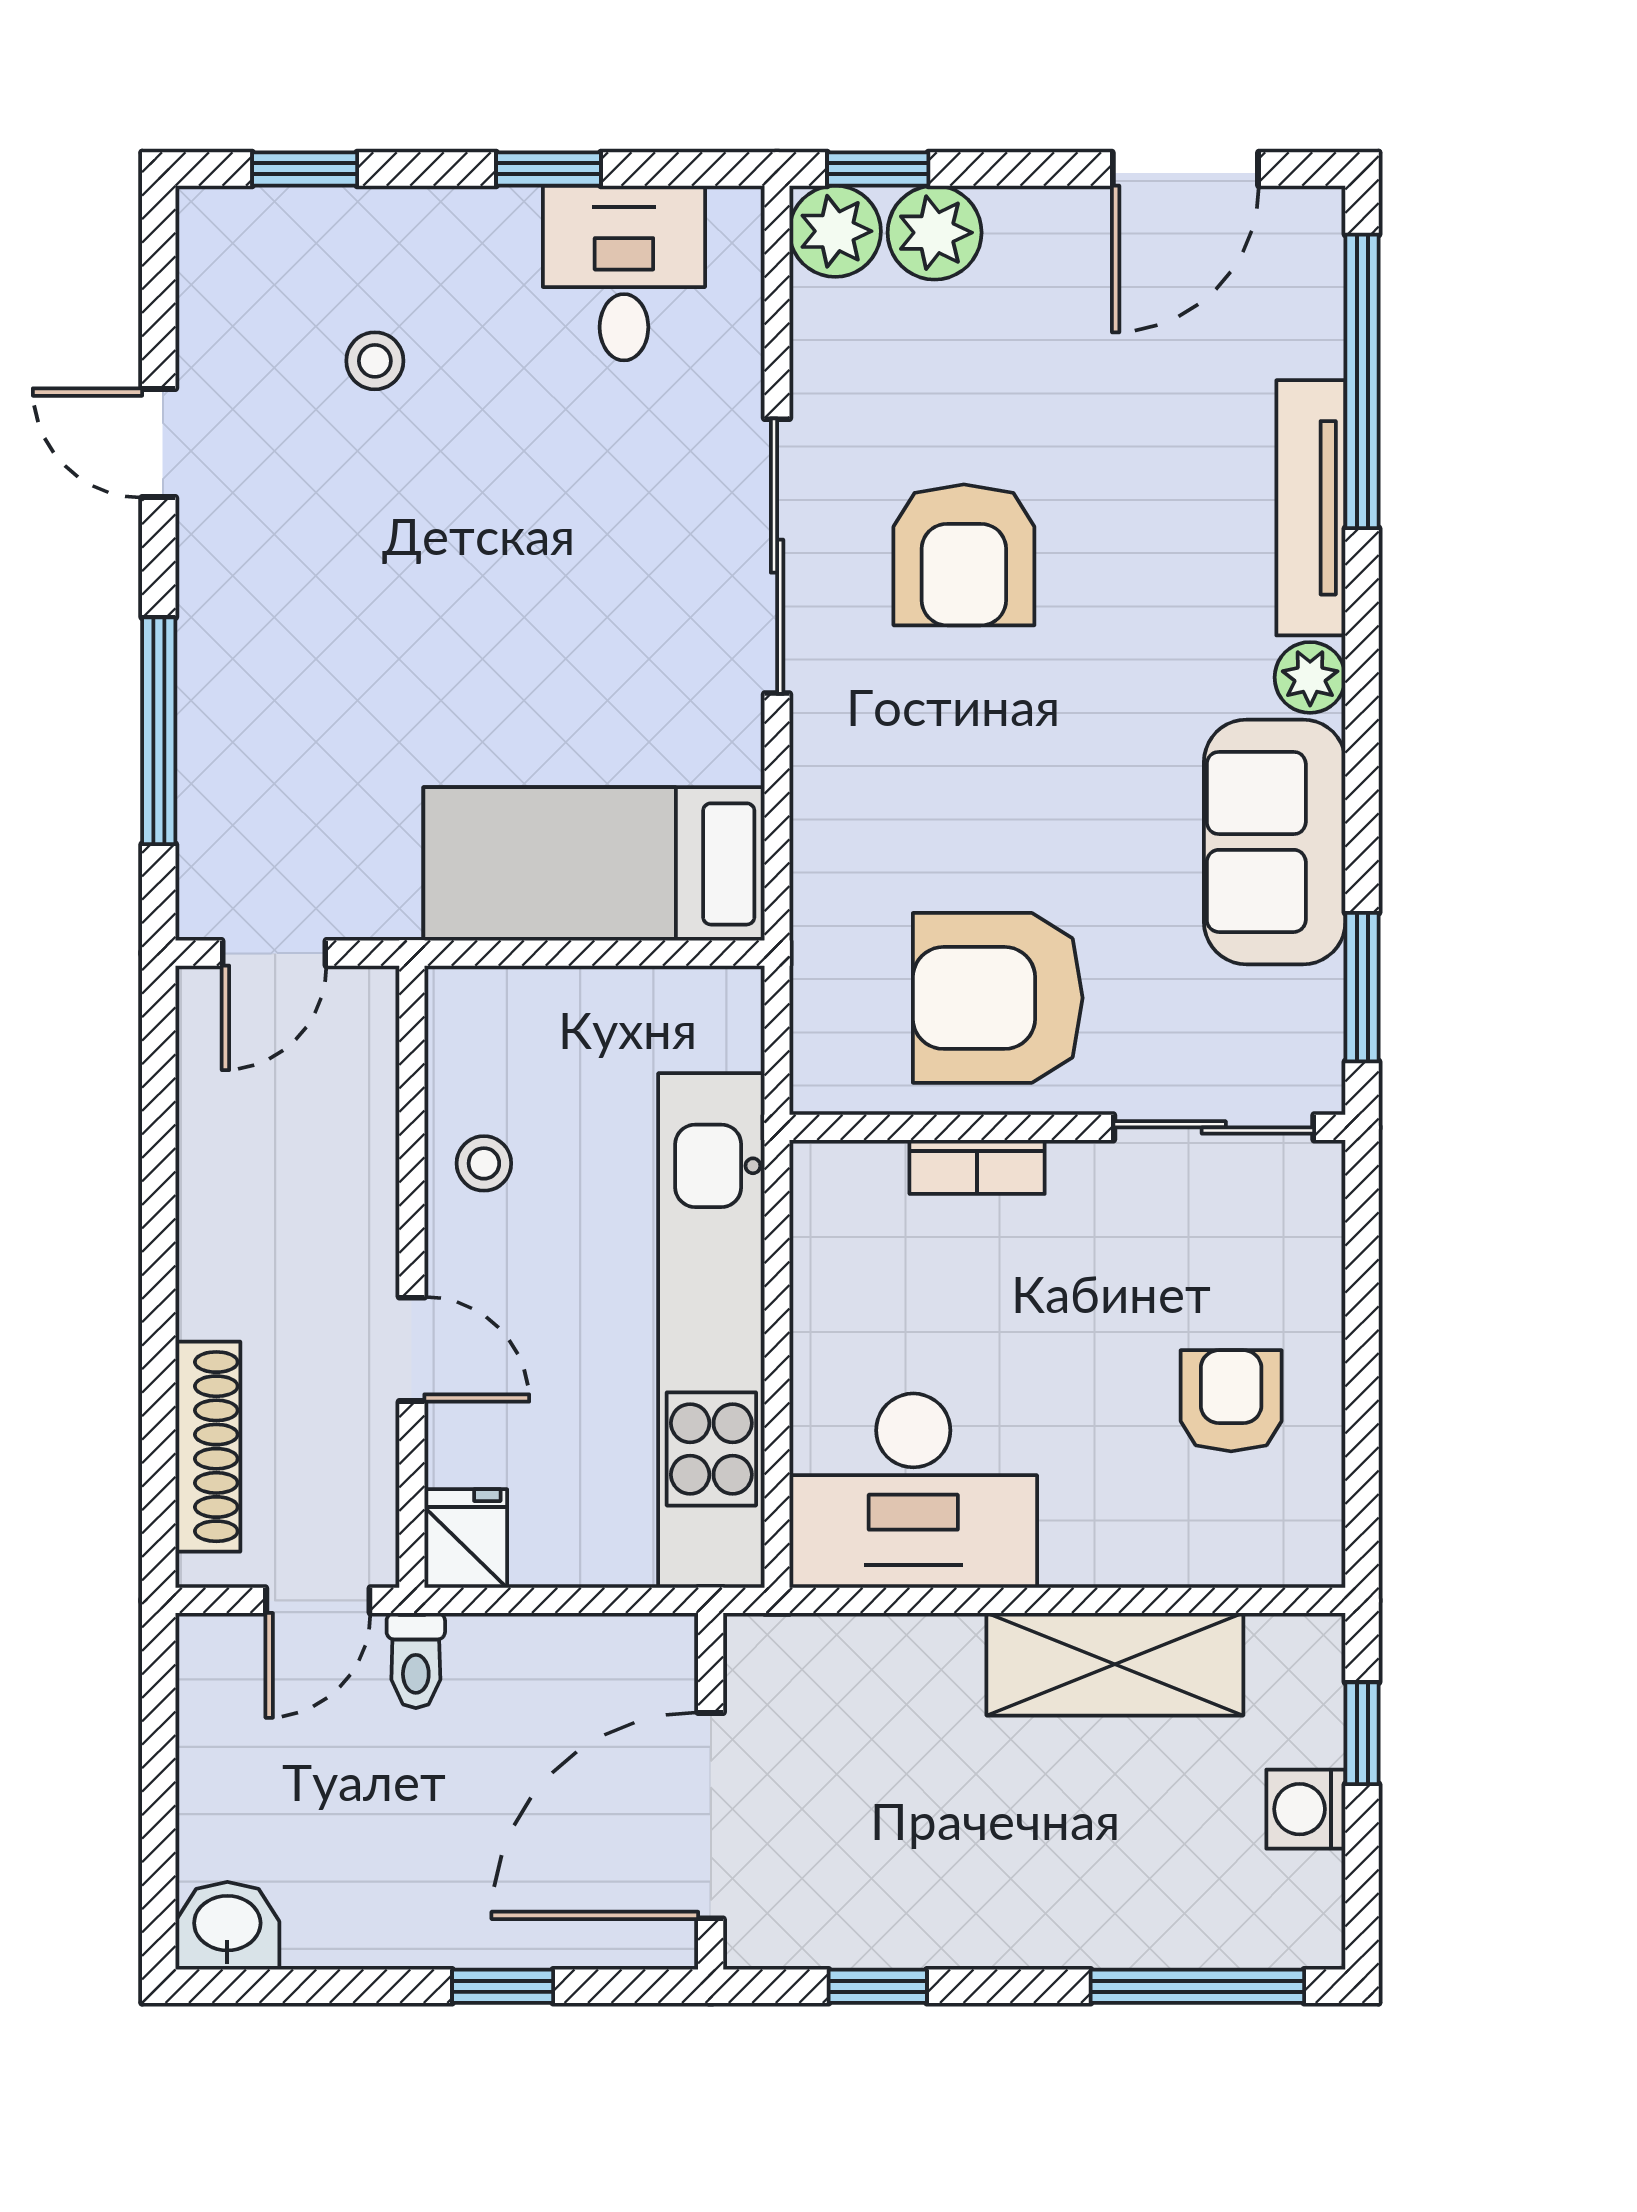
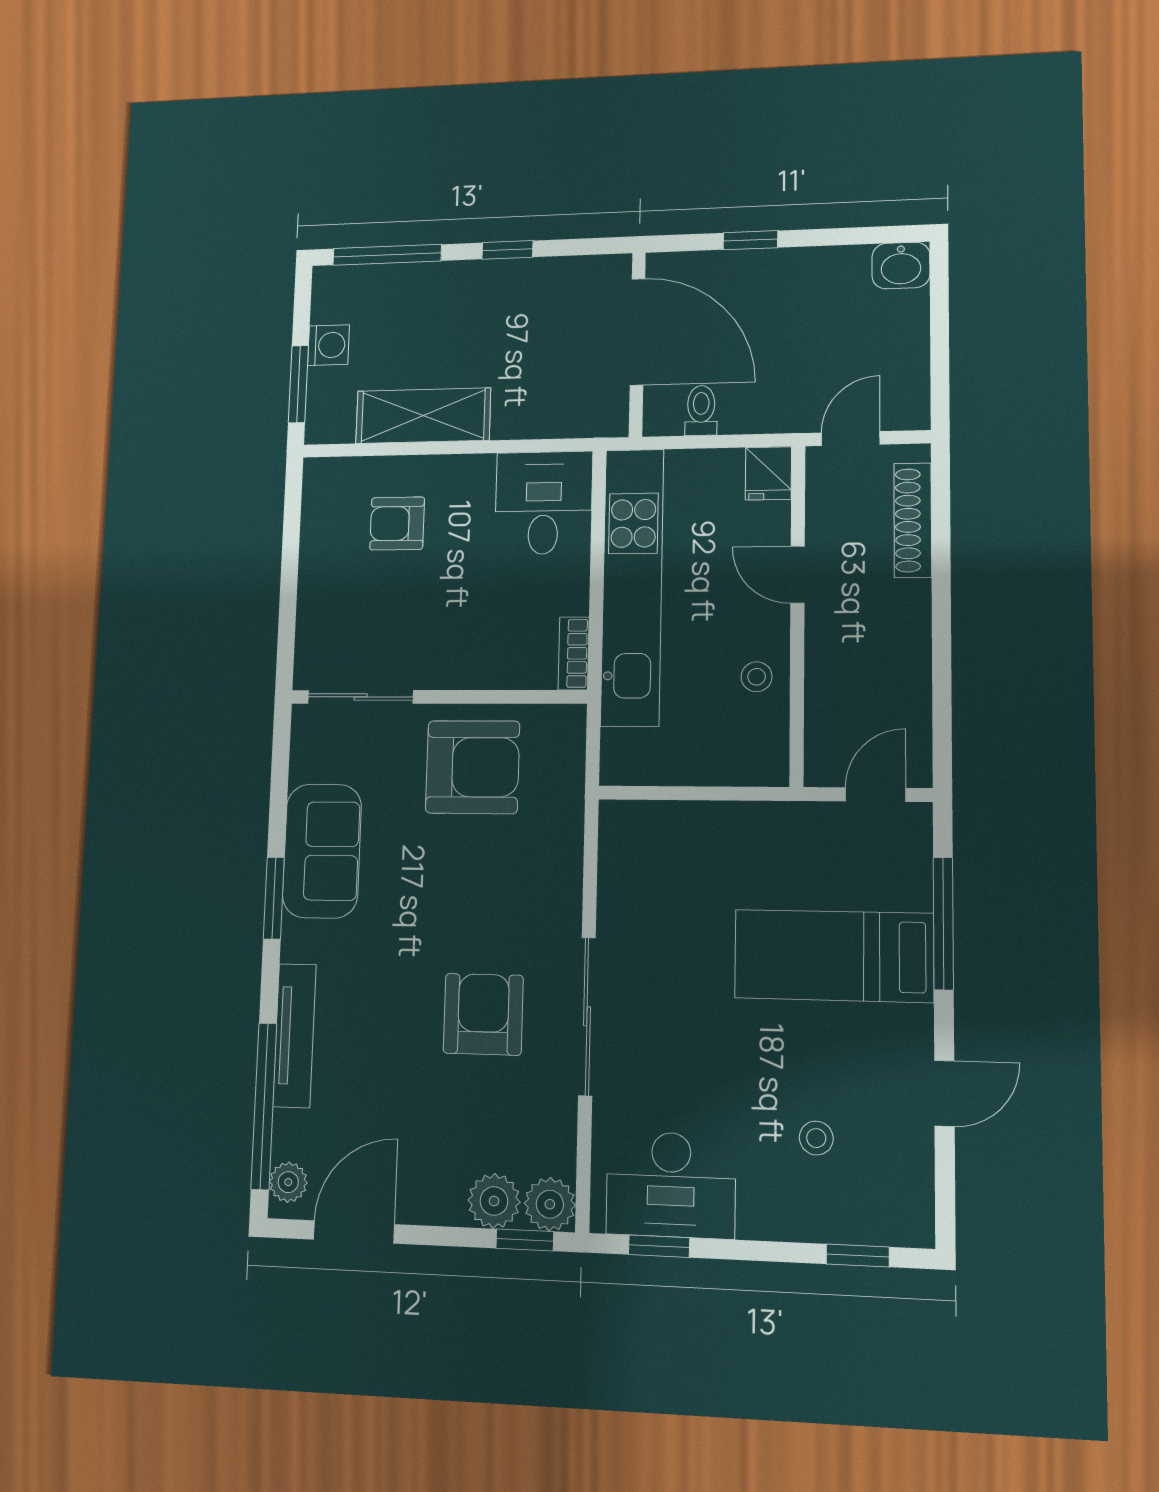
window: (548, 169) -> (659, 1246), moved
desk: (624, 273) -> (671, 1185), width x1.37
door: (159, 443) -> (944, 1093), hinge flipped
plant: (1310, 677) -> (288, 1182), moved
bed: (594, 864) -> (834, 956), moved, turned 180
window: (1362, 987) -> (274, 898), moved
bookcase: (977, 1167) -> (574, 653), moved, turned -90
armchair: (1231, 1401) -> (397, 523), moved, turned 90
desk: (913, 1491) -> (544, 503), width x0.73
toilet: (416, 1661) -> (701, 410), moved
window: (1362, 1733) -> (298, 384), width x1.50
door: (711, 1816) -> (637, 332), hinge flipped
window: (878, 1986) -> (508, 250), moved

